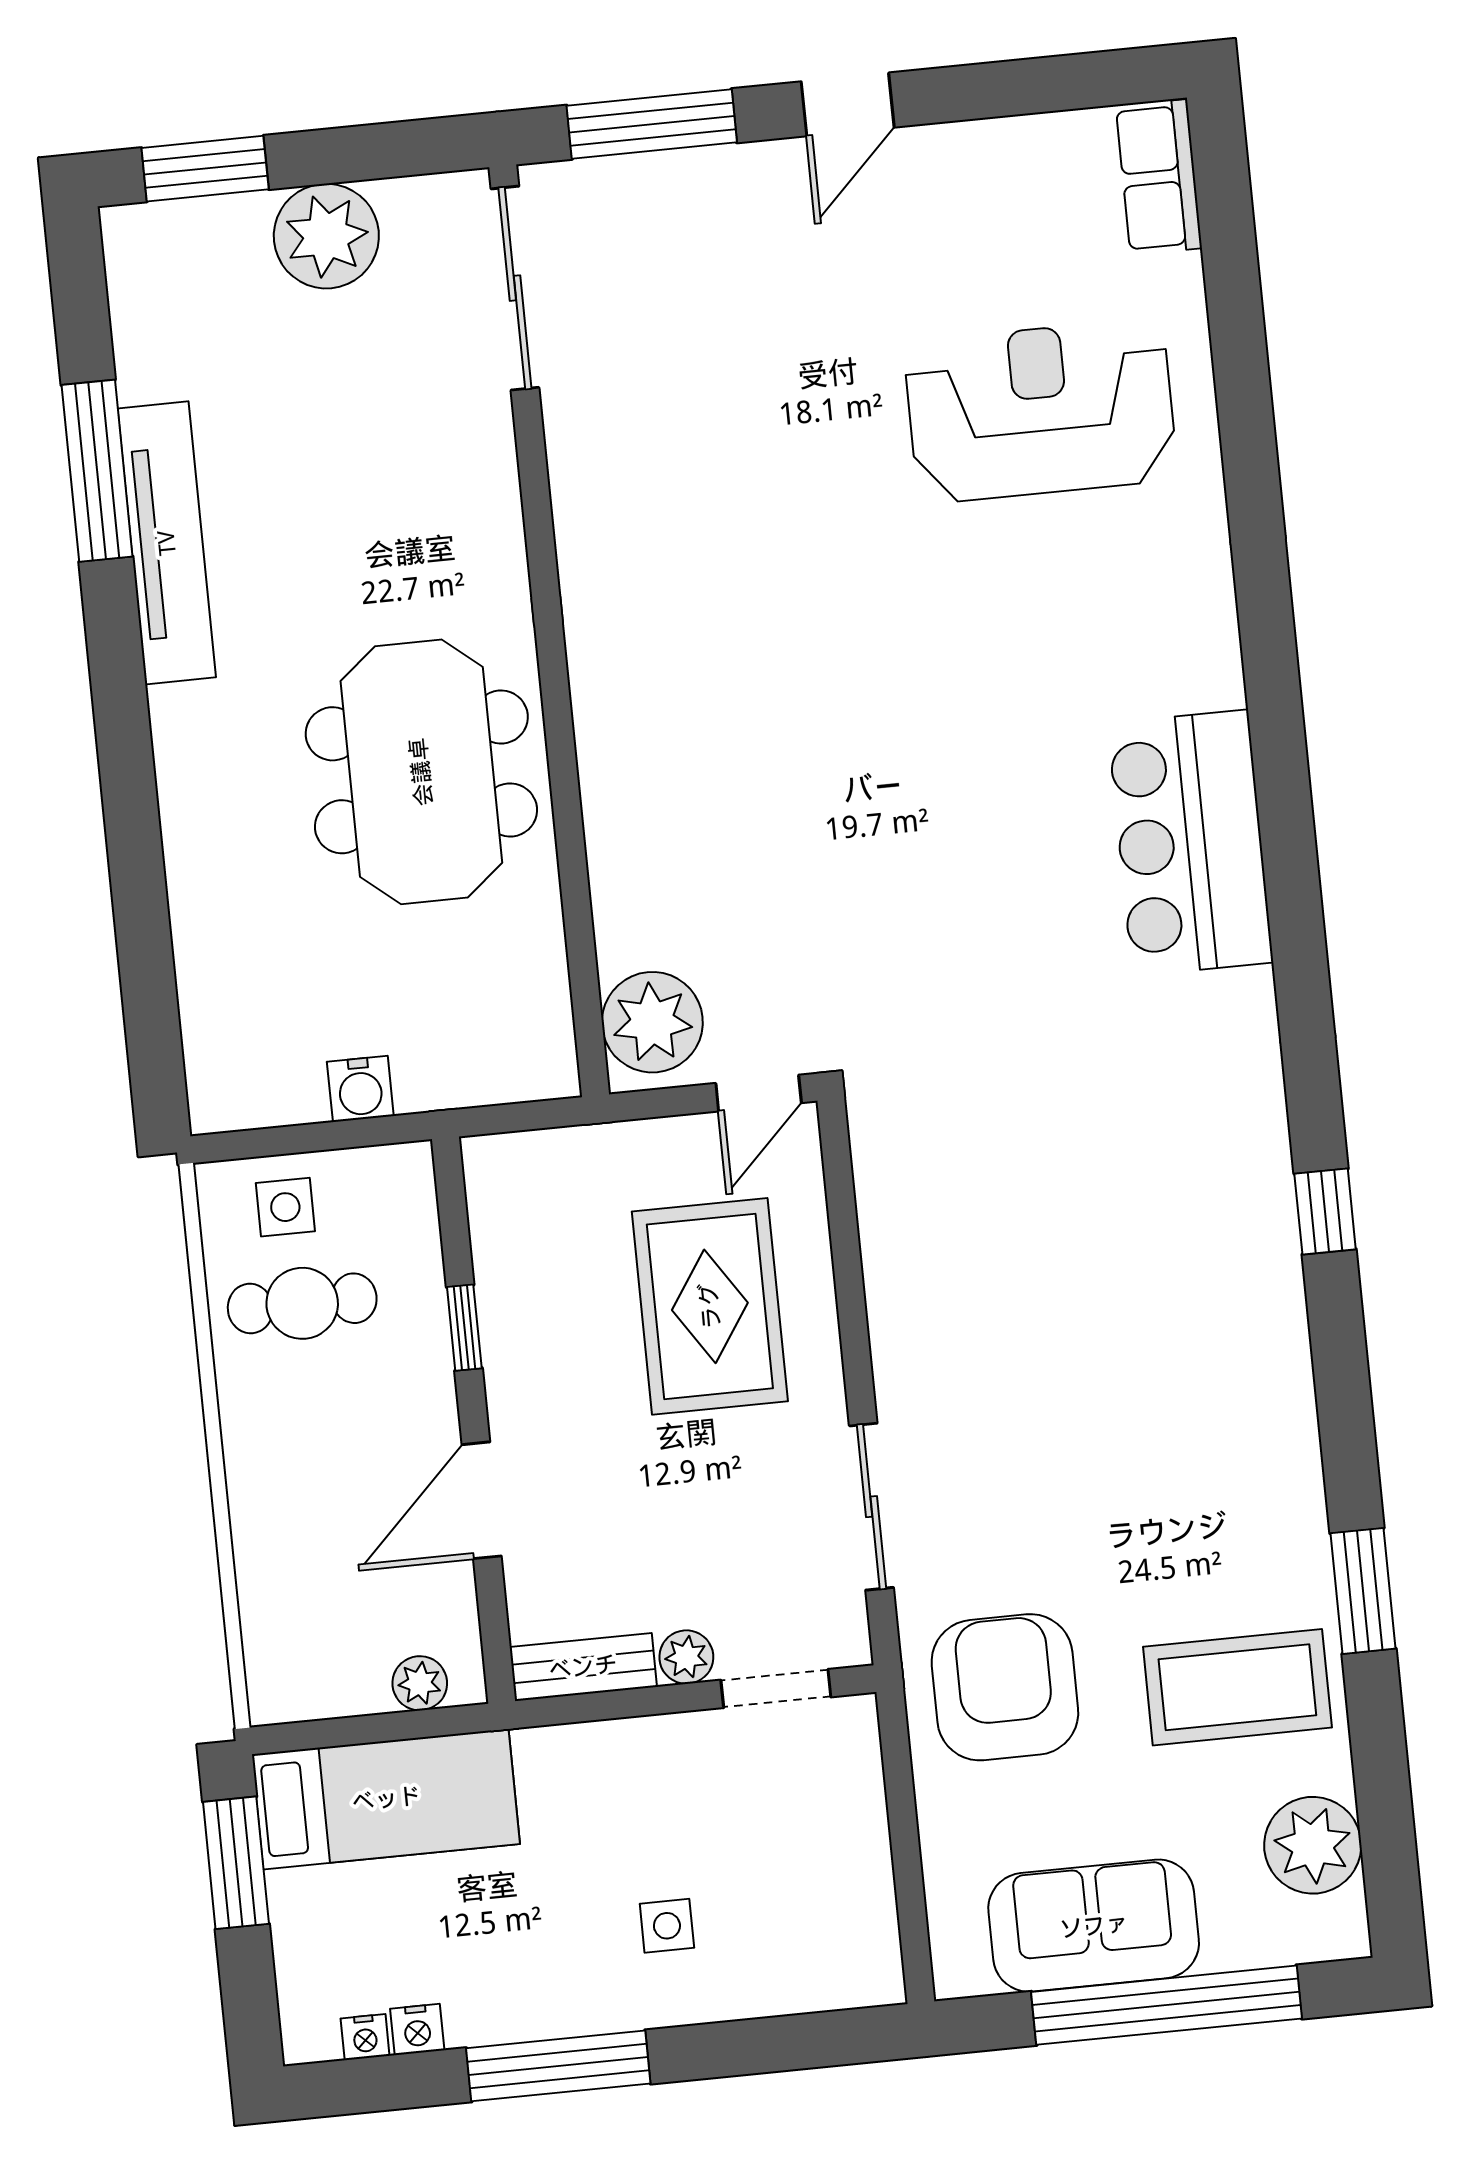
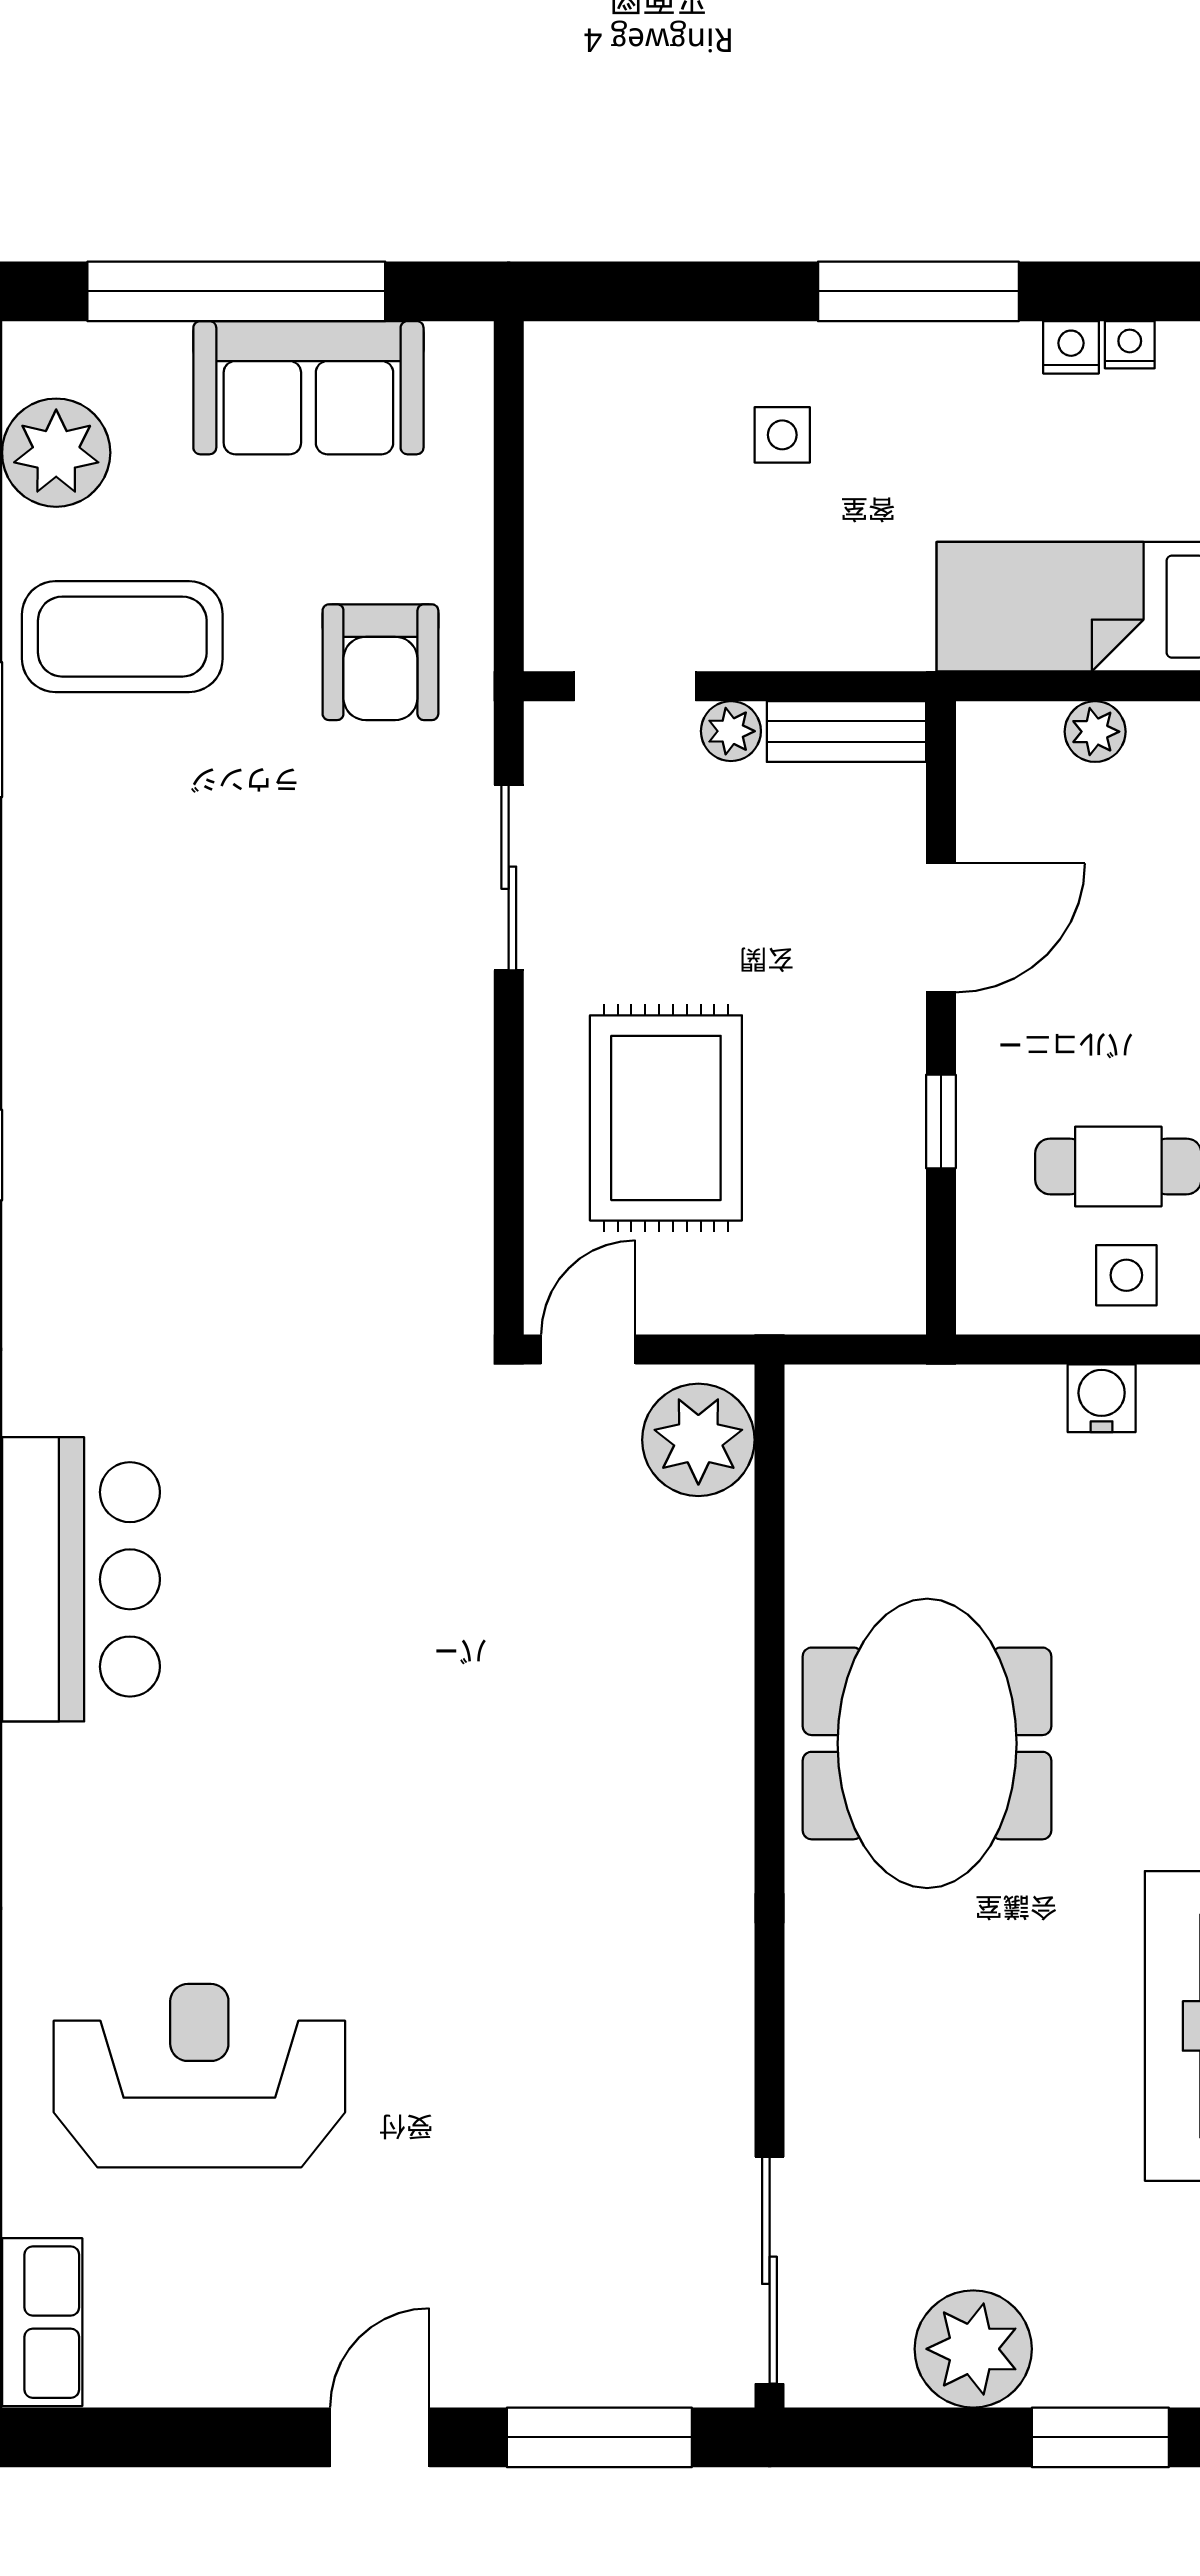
reception desk: (1041, 411) -> (199, 2076), turned 180
water cooler: (360, 1089) -> (1102, 1398), moved
plant: (420, 1683) -> (1095, 732), moved
armchair: (1005, 1687) -> (380, 662), width x0.73, depth x0.73

